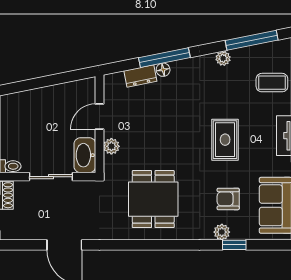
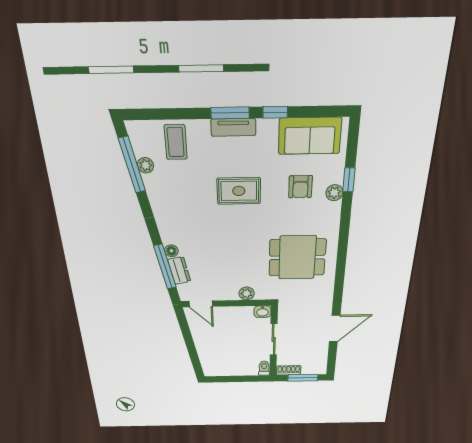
window: (164, 58) -> (165, 267), moved
plant: (223, 58) -> (146, 165), moved
door: (99, 117) -> (201, 304), moved
washbasin: (85, 155) -> (262, 312), width x0.52, depth x0.69

